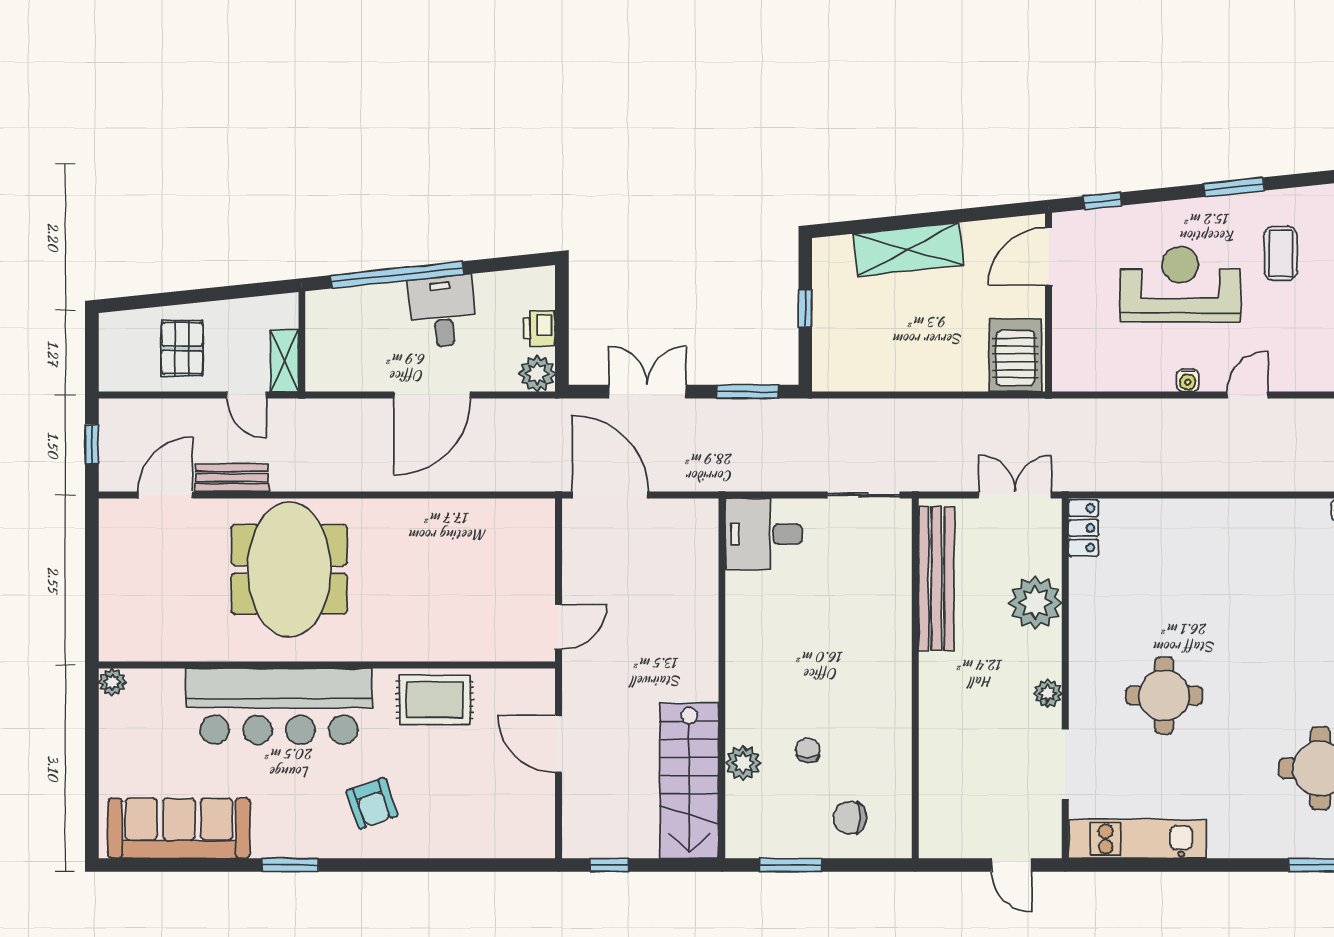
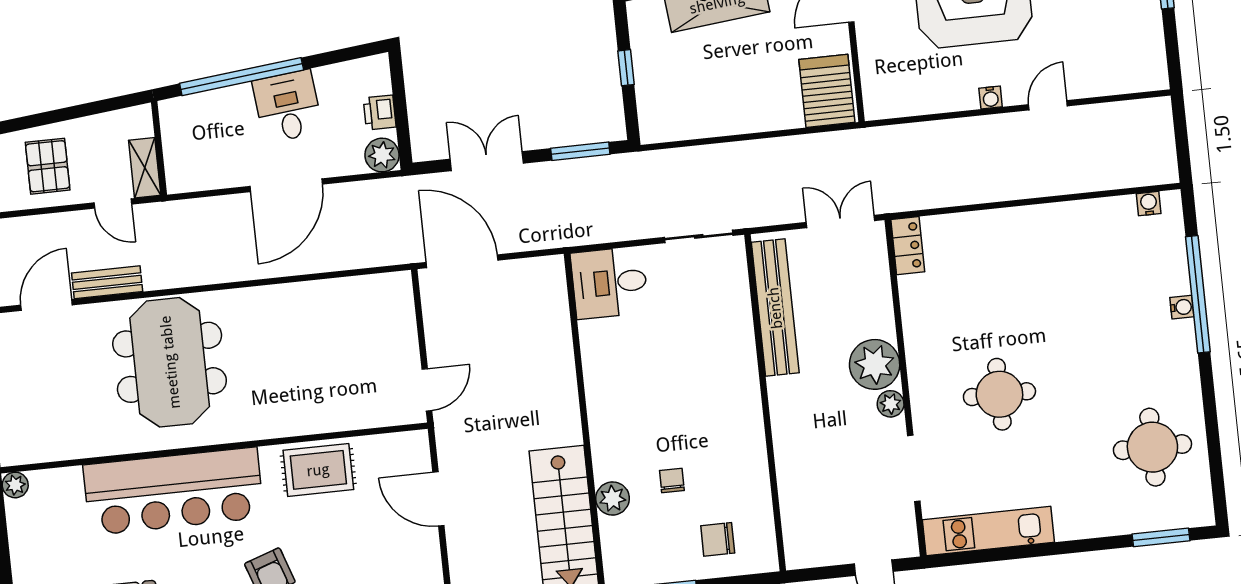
plant: (1035, 603) -> (875, 364), moved

